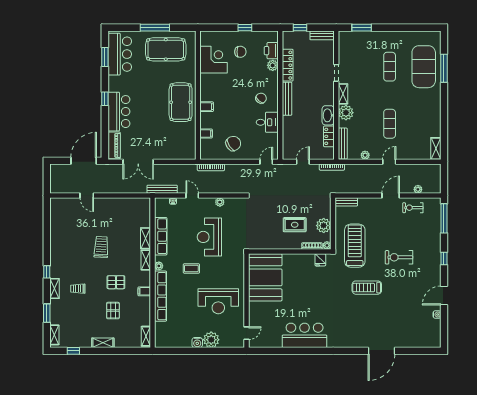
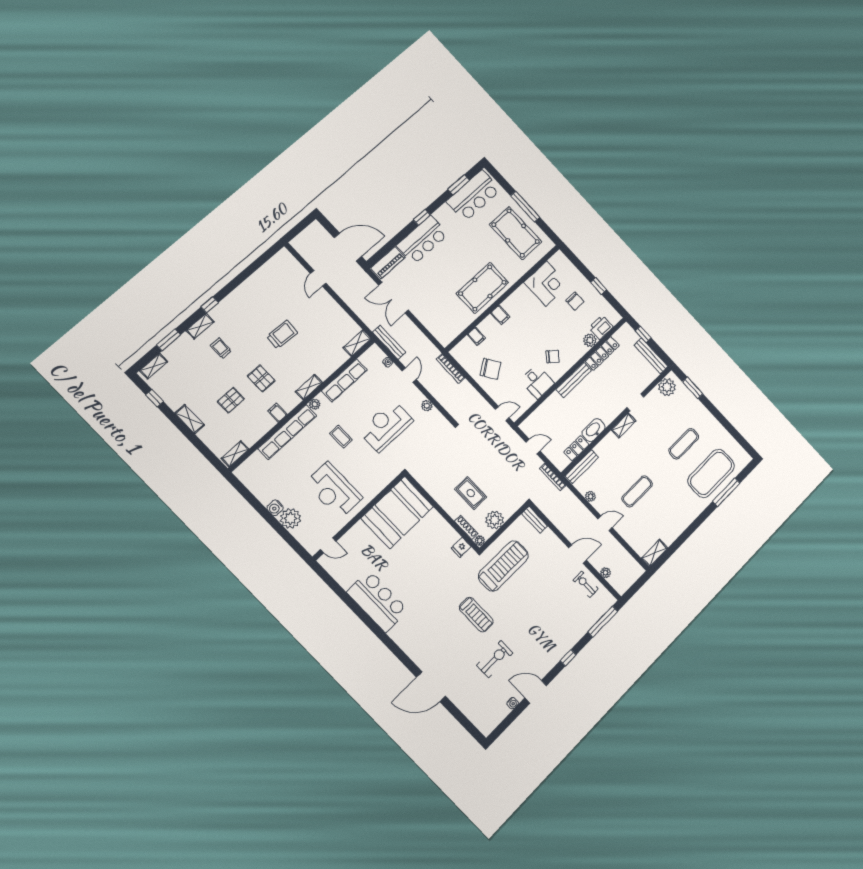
bench: (322, 35) -> (651, 356), width x1.36
plant: (346, 113) -> (667, 387), moved
shelving: (145, 238) -> (357, 343), moved
exercise bike: (399, 257) -> (495, 659), moved, turned 90
treadmill: (367, 288) -> (476, 615), turned 180

